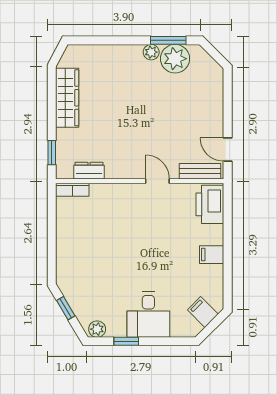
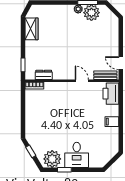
wardrobe: (67, 98) -> (31, 29), width x0.67
filing cabinet: (203, 312) -> (107, 153), removed
plant: (97, 329) -> (52, 159), width x1.87, depth x1.87

